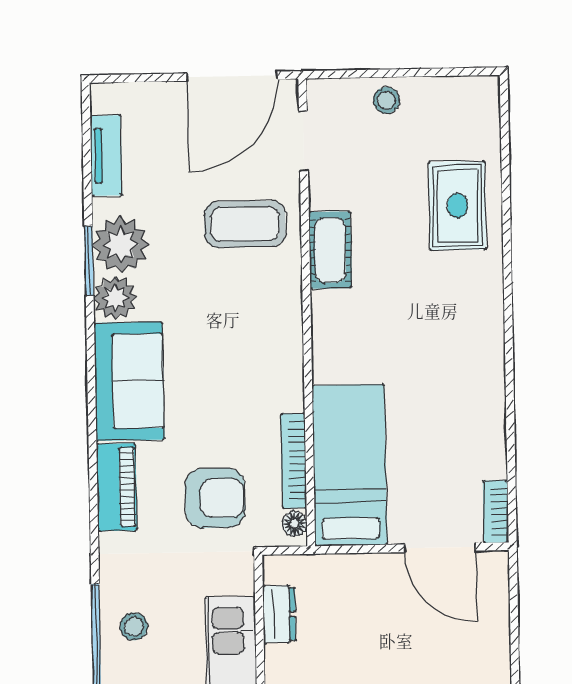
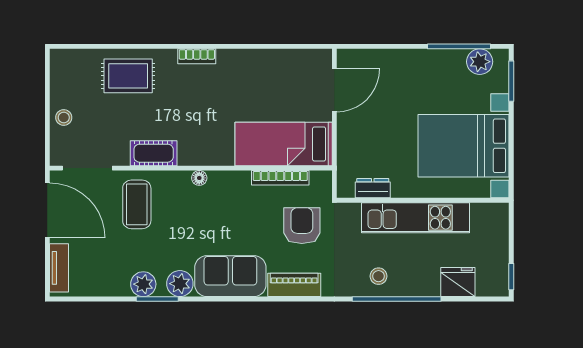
doorway: (303, 141) -> (87, 168), width x1.38
tv unit: (106, 156) -> (59, 268), moved, turned 90
plant: (121, 245) -> (143, 284), width x0.73, depth x0.73
bookcase: (496, 512) -> (197, 56), moved
floor lamp: (294, 524) -> (199, 178), moved

